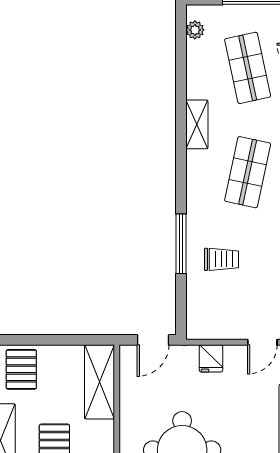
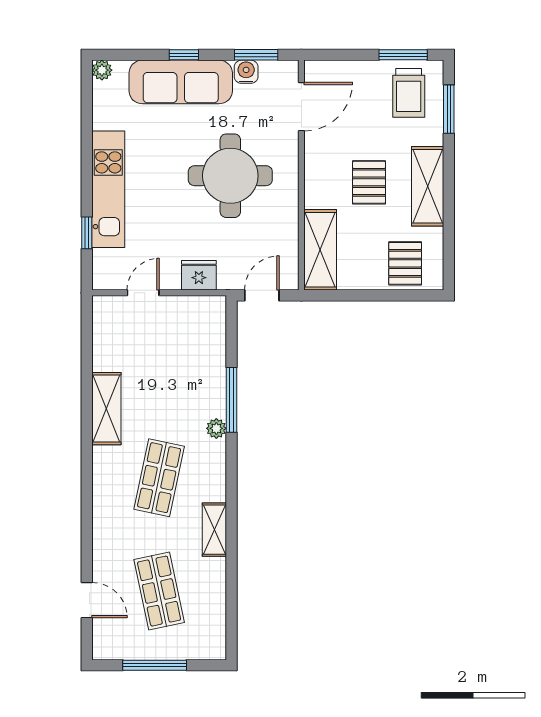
plant: (195, 30) -> (216, 428), moved
trolley: (222, 259) -> (187, 383), removed
fridge: (211, 358) -> (199, 275), width x1.38

